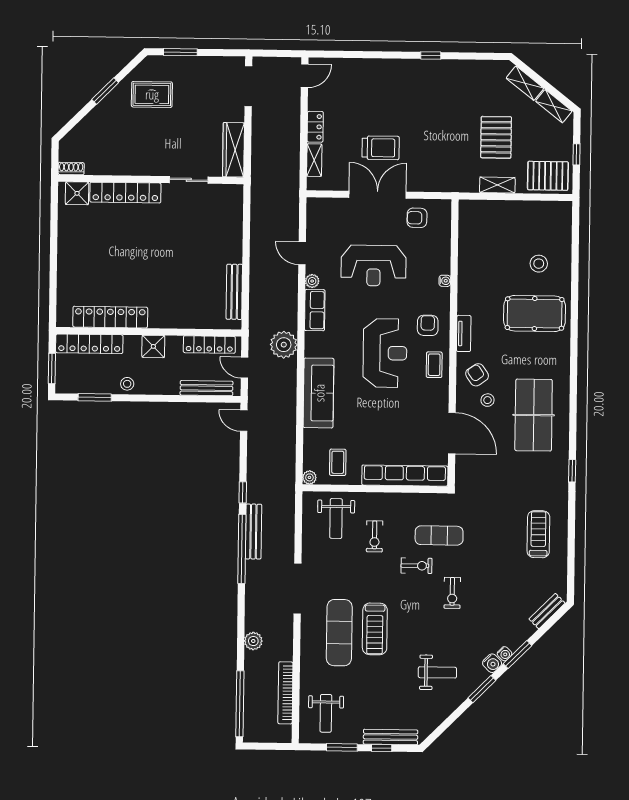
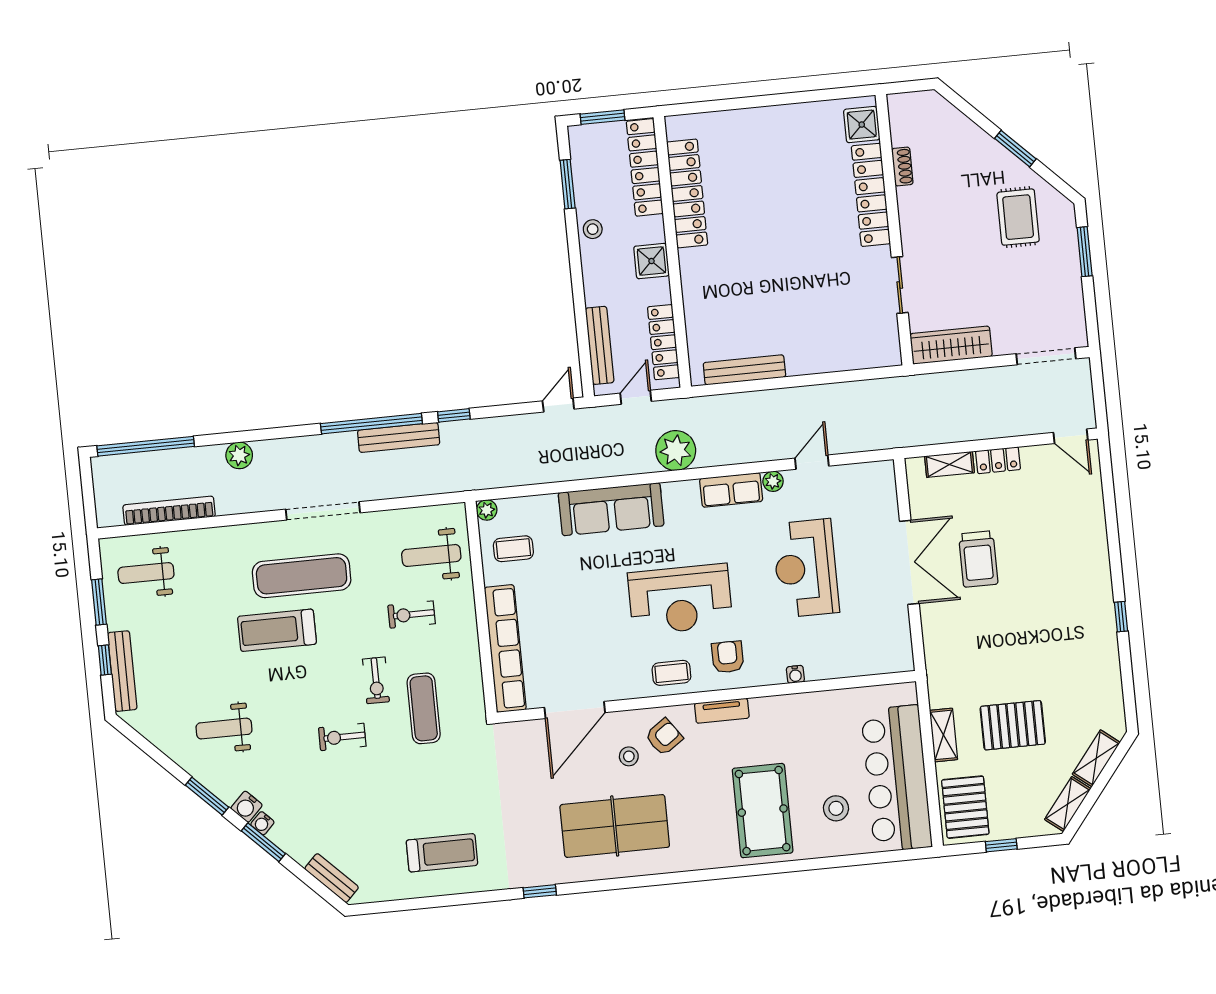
shoe rack: (71, 169) -> (902, 166), moved
armchair: (417, 218) -> (882, 623), removed
bar counter: (523, 220) -> (896, 779), added
armchair: (428, 325) -> (728, 657), turned -90
exercise mat: (339, 633) -> (302, 576), moved
weight bench: (437, 672) -> (224, 729), turned 90

